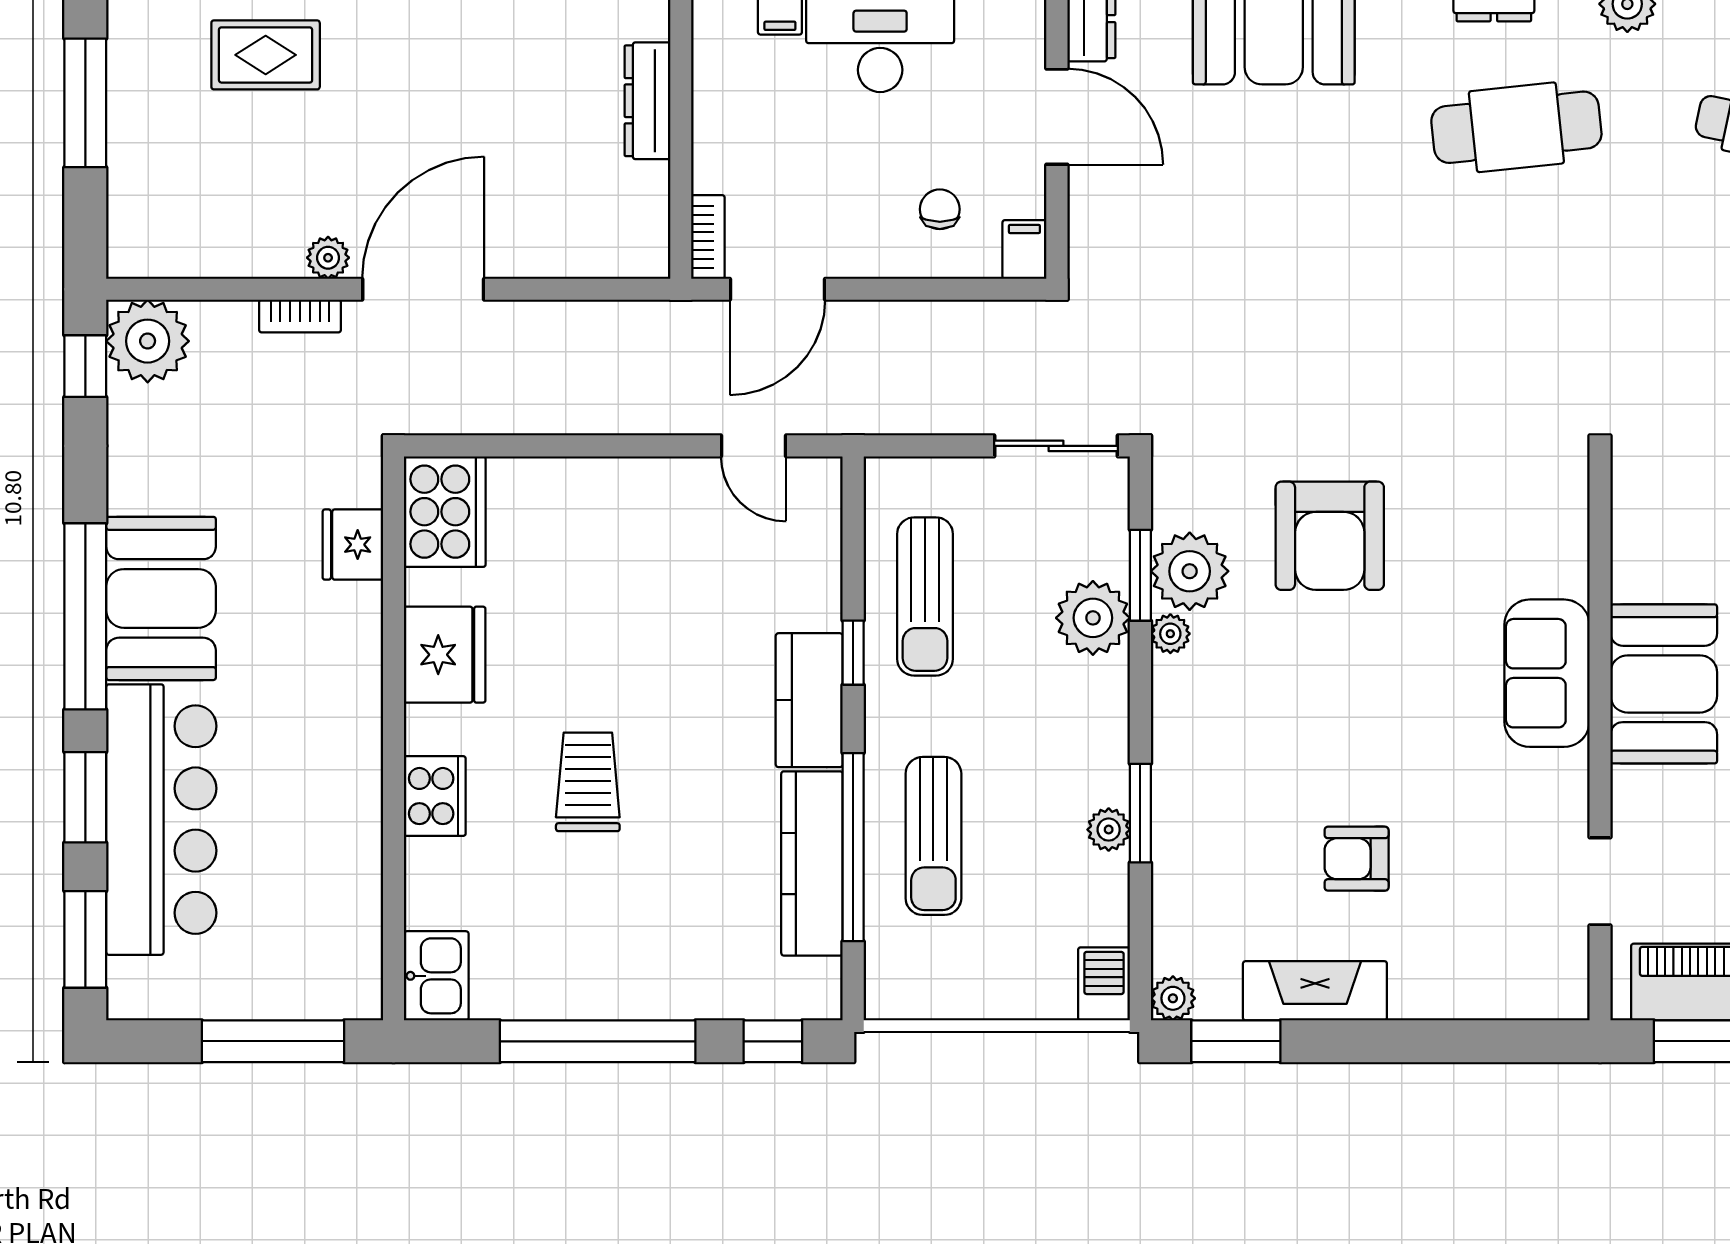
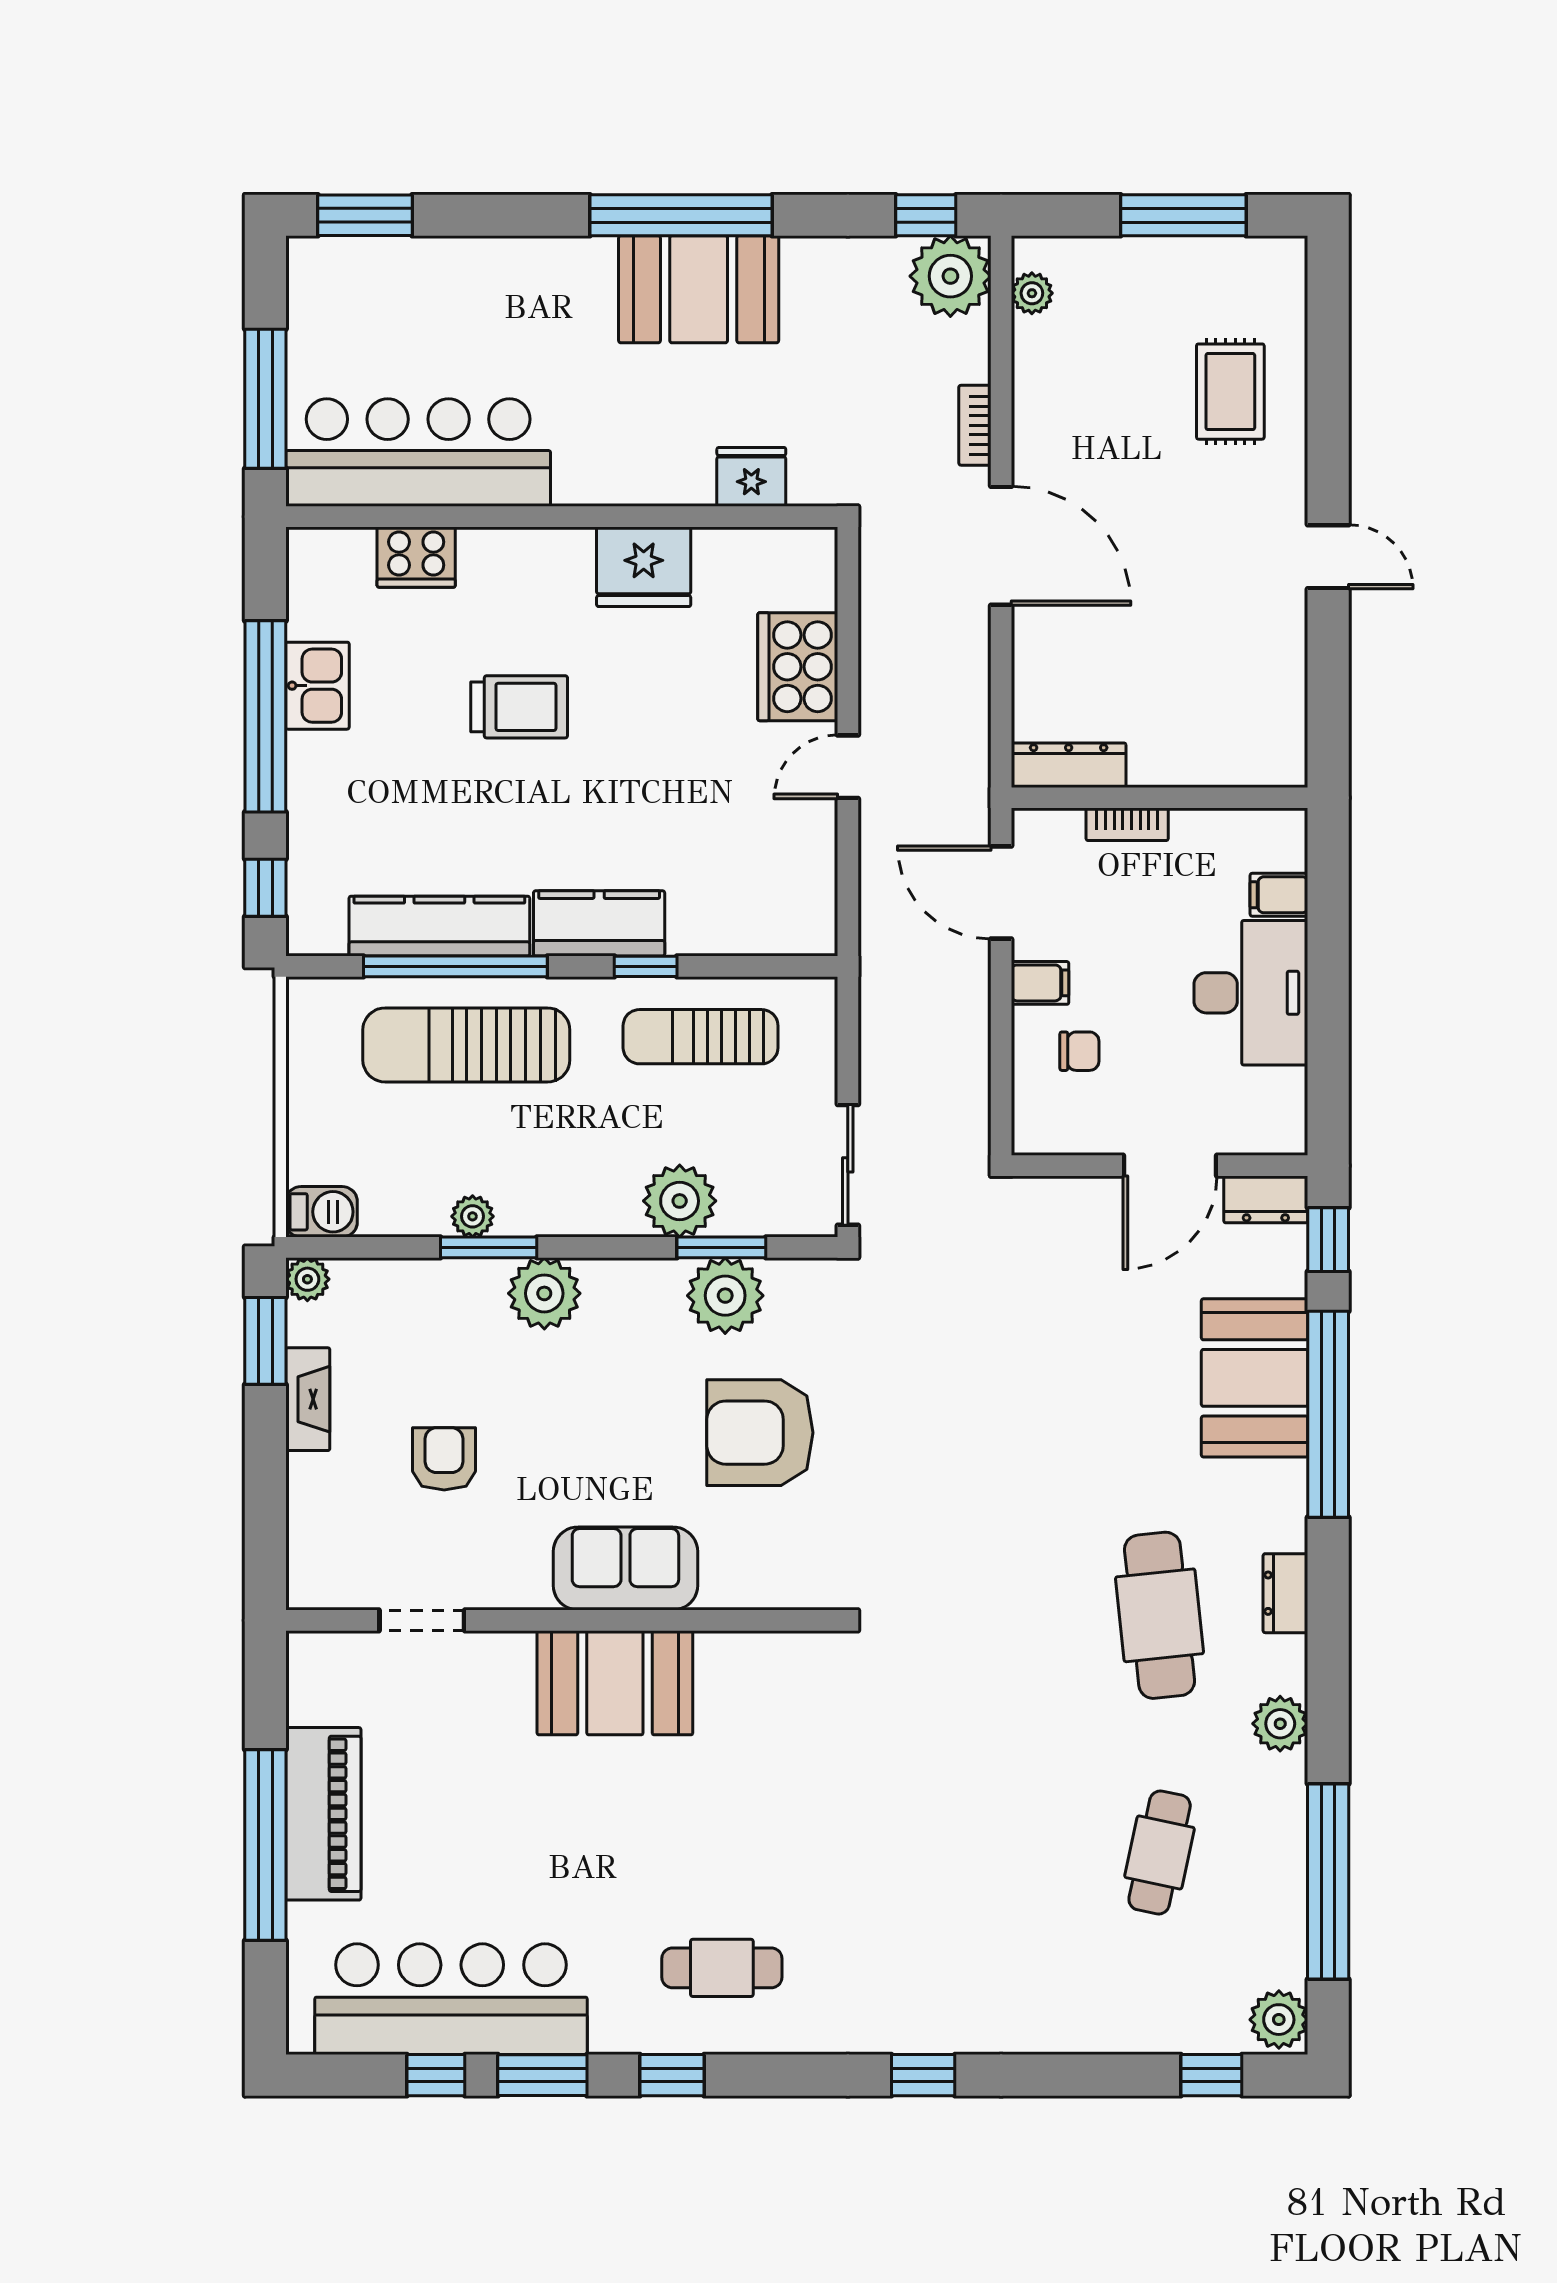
dresser: (647, 101) -> (1069, 765), moved
bookcase: (708, 237) -> (1127, 824), moved
filing cabinet: (1024, 249) -> (1040, 983), moved
plant: (328, 258) -> (1032, 293), moved
door: (754, 446) -> (848, 767), moved
cooker: (445, 512) -> (798, 667), moved, turned 90
plant: (1170, 634) -> (544, 1293), moved, width x1.88, depth x1.88
sofa: (1547, 673) -> (625, 1568), moved
booth: (1664, 684) -> (615, 1683), moved
wall: (1600, 738) -> (562, 1620), moved
cooker: (435, 796) -> (416, 557), moved
window: (85, 797) -> (504, 215), removed
bar counter: (161, 820) -> (418, 453), moved, turned 180
sun lounger: (933, 836) -> (466, 1045), width x1.36, depth x1.34
doorway: (1600, 881) -> (422, 1620), moved
kitchen sink: (436, 976) -> (317, 686), moved, turned -90
fireplace: (1315, 991) -> (308, 1399), width x0.73, depth x0.76

